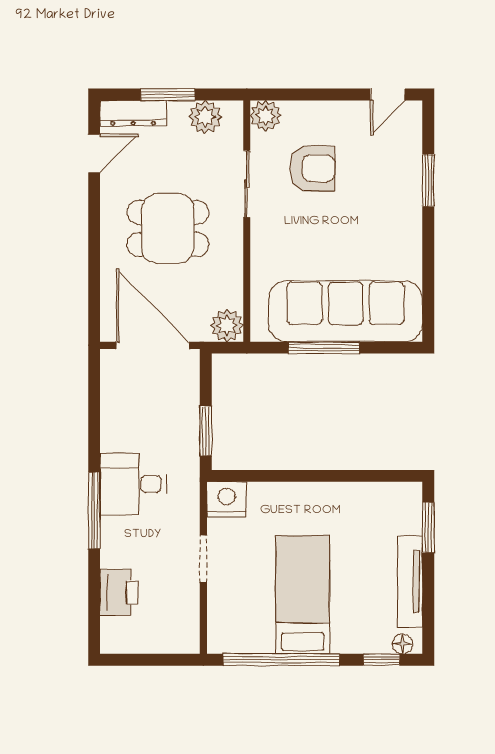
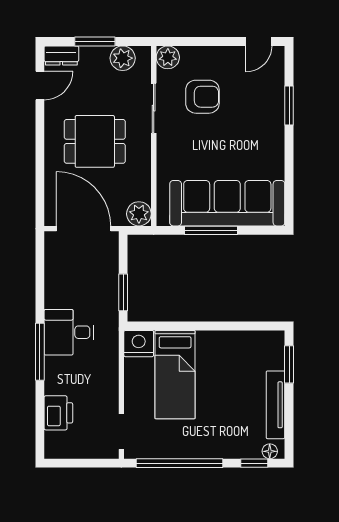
dresser: (133, 113) -> (61, 55), width x0.70
doorway: (203, 559) -> (121, 432), moved
bed: (303, 595) -> (175, 375), moved, turned 180

